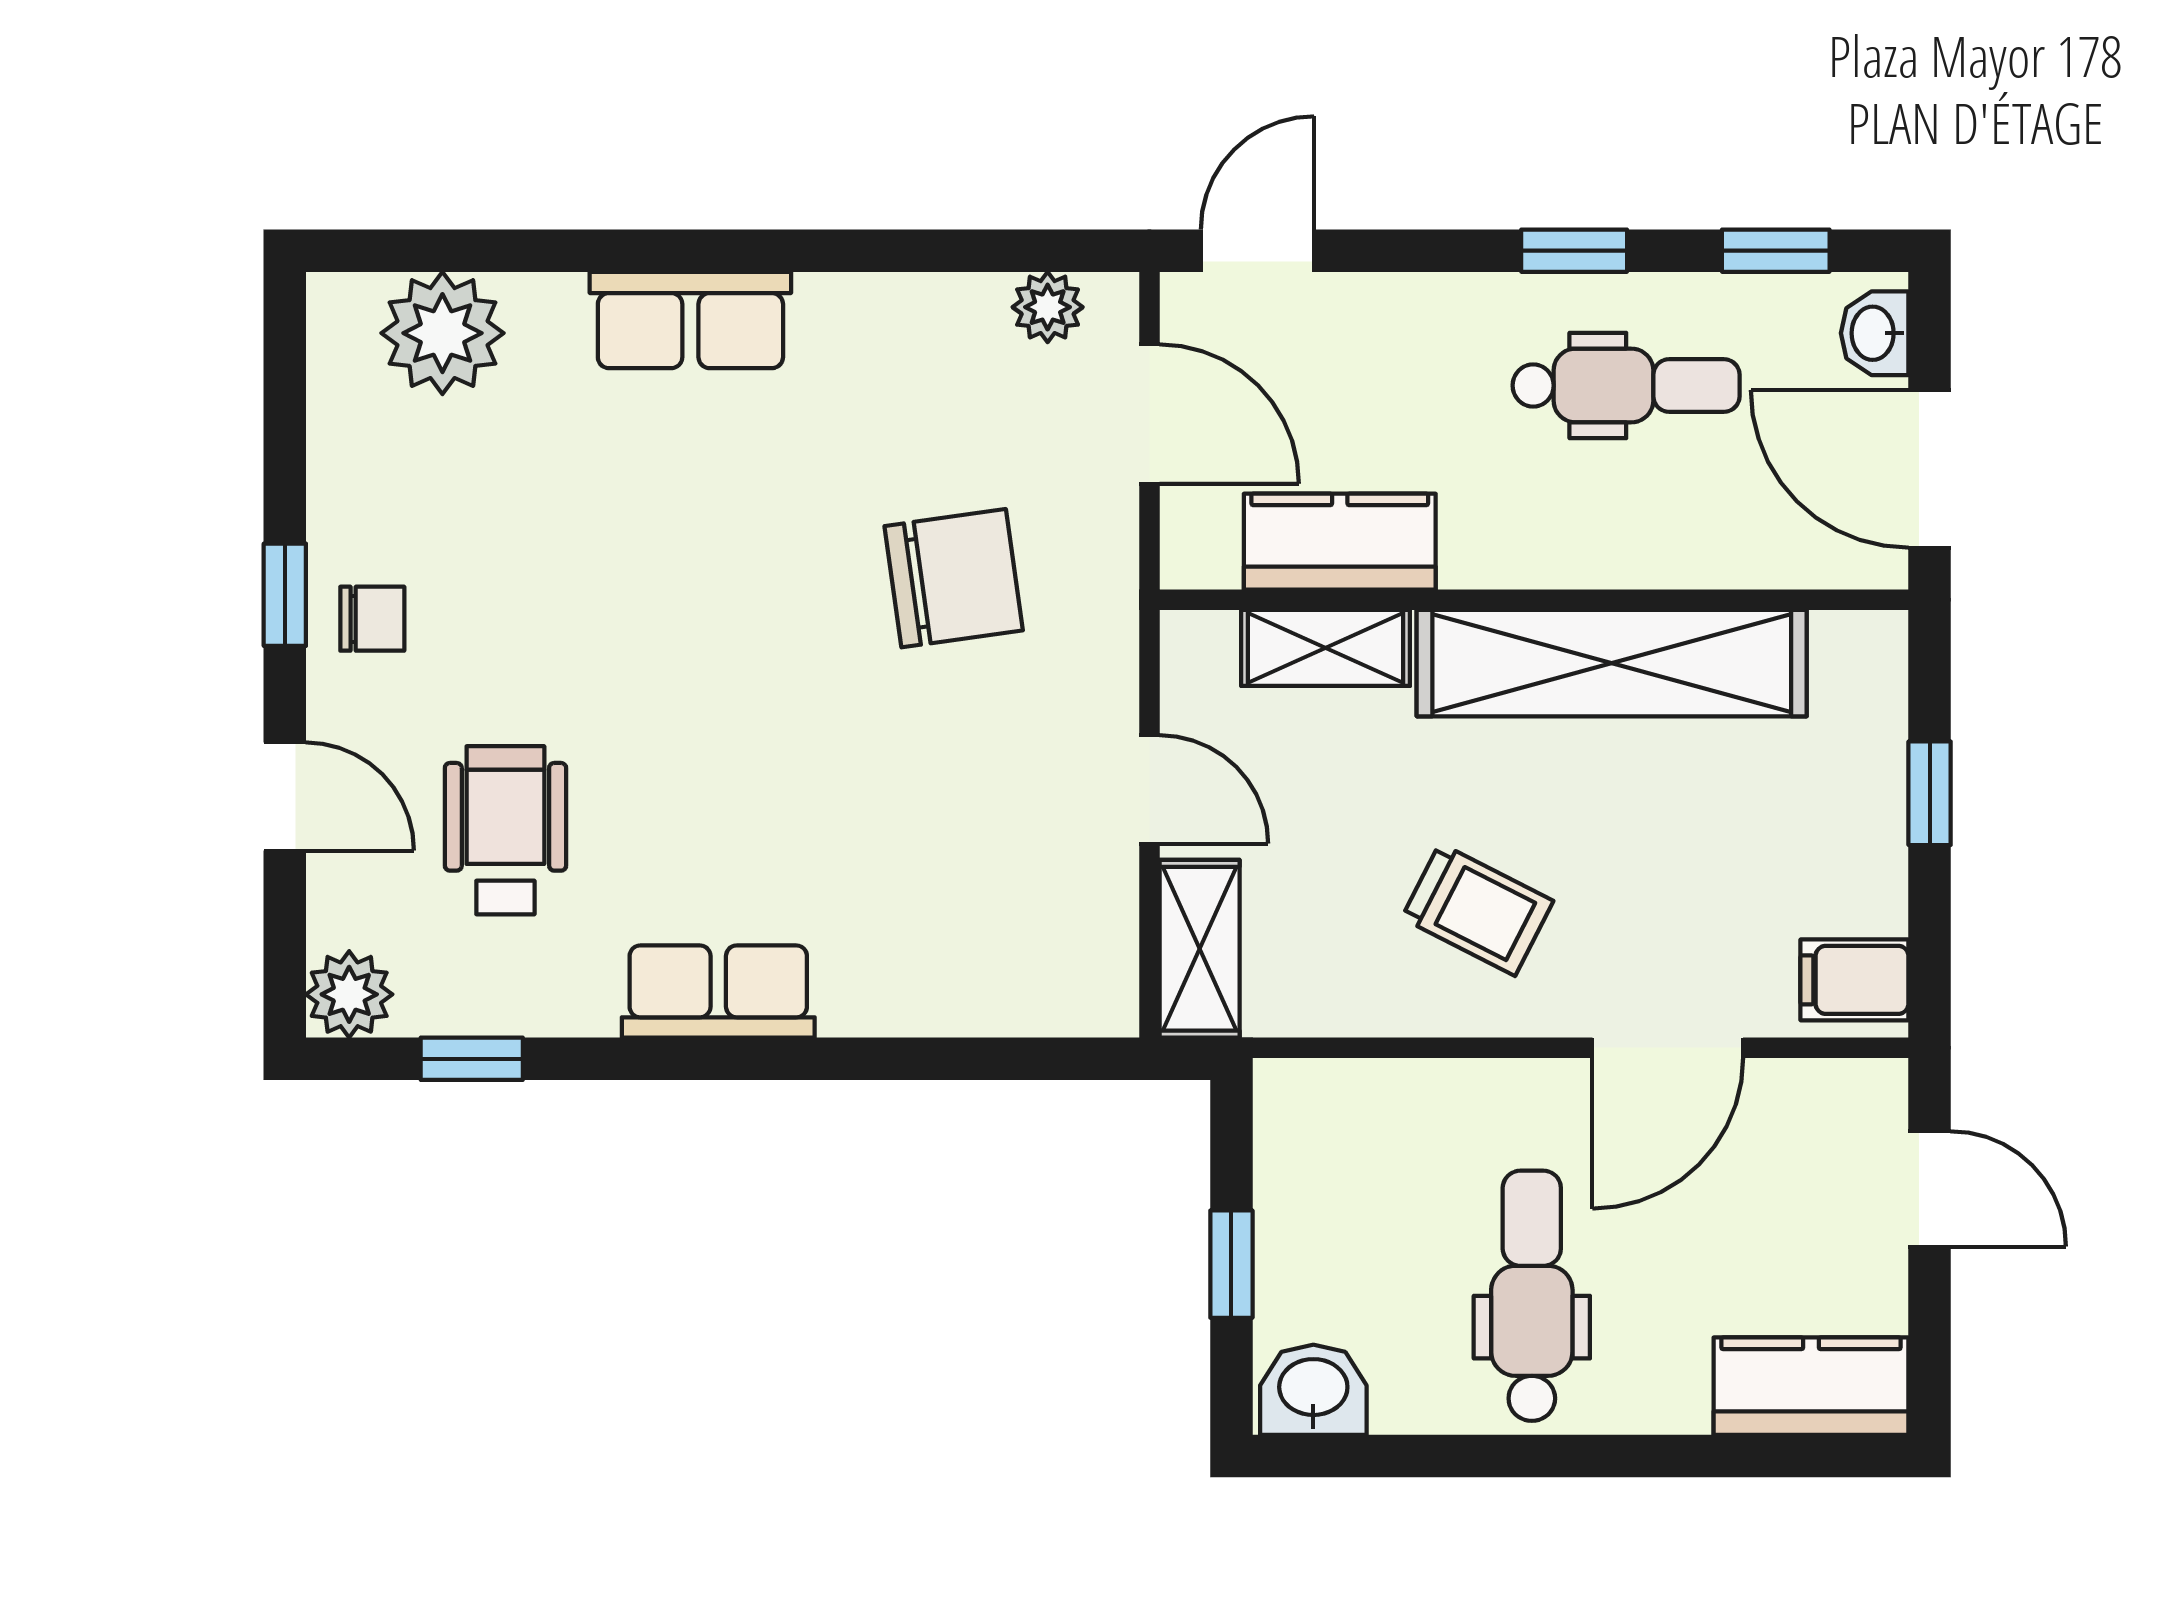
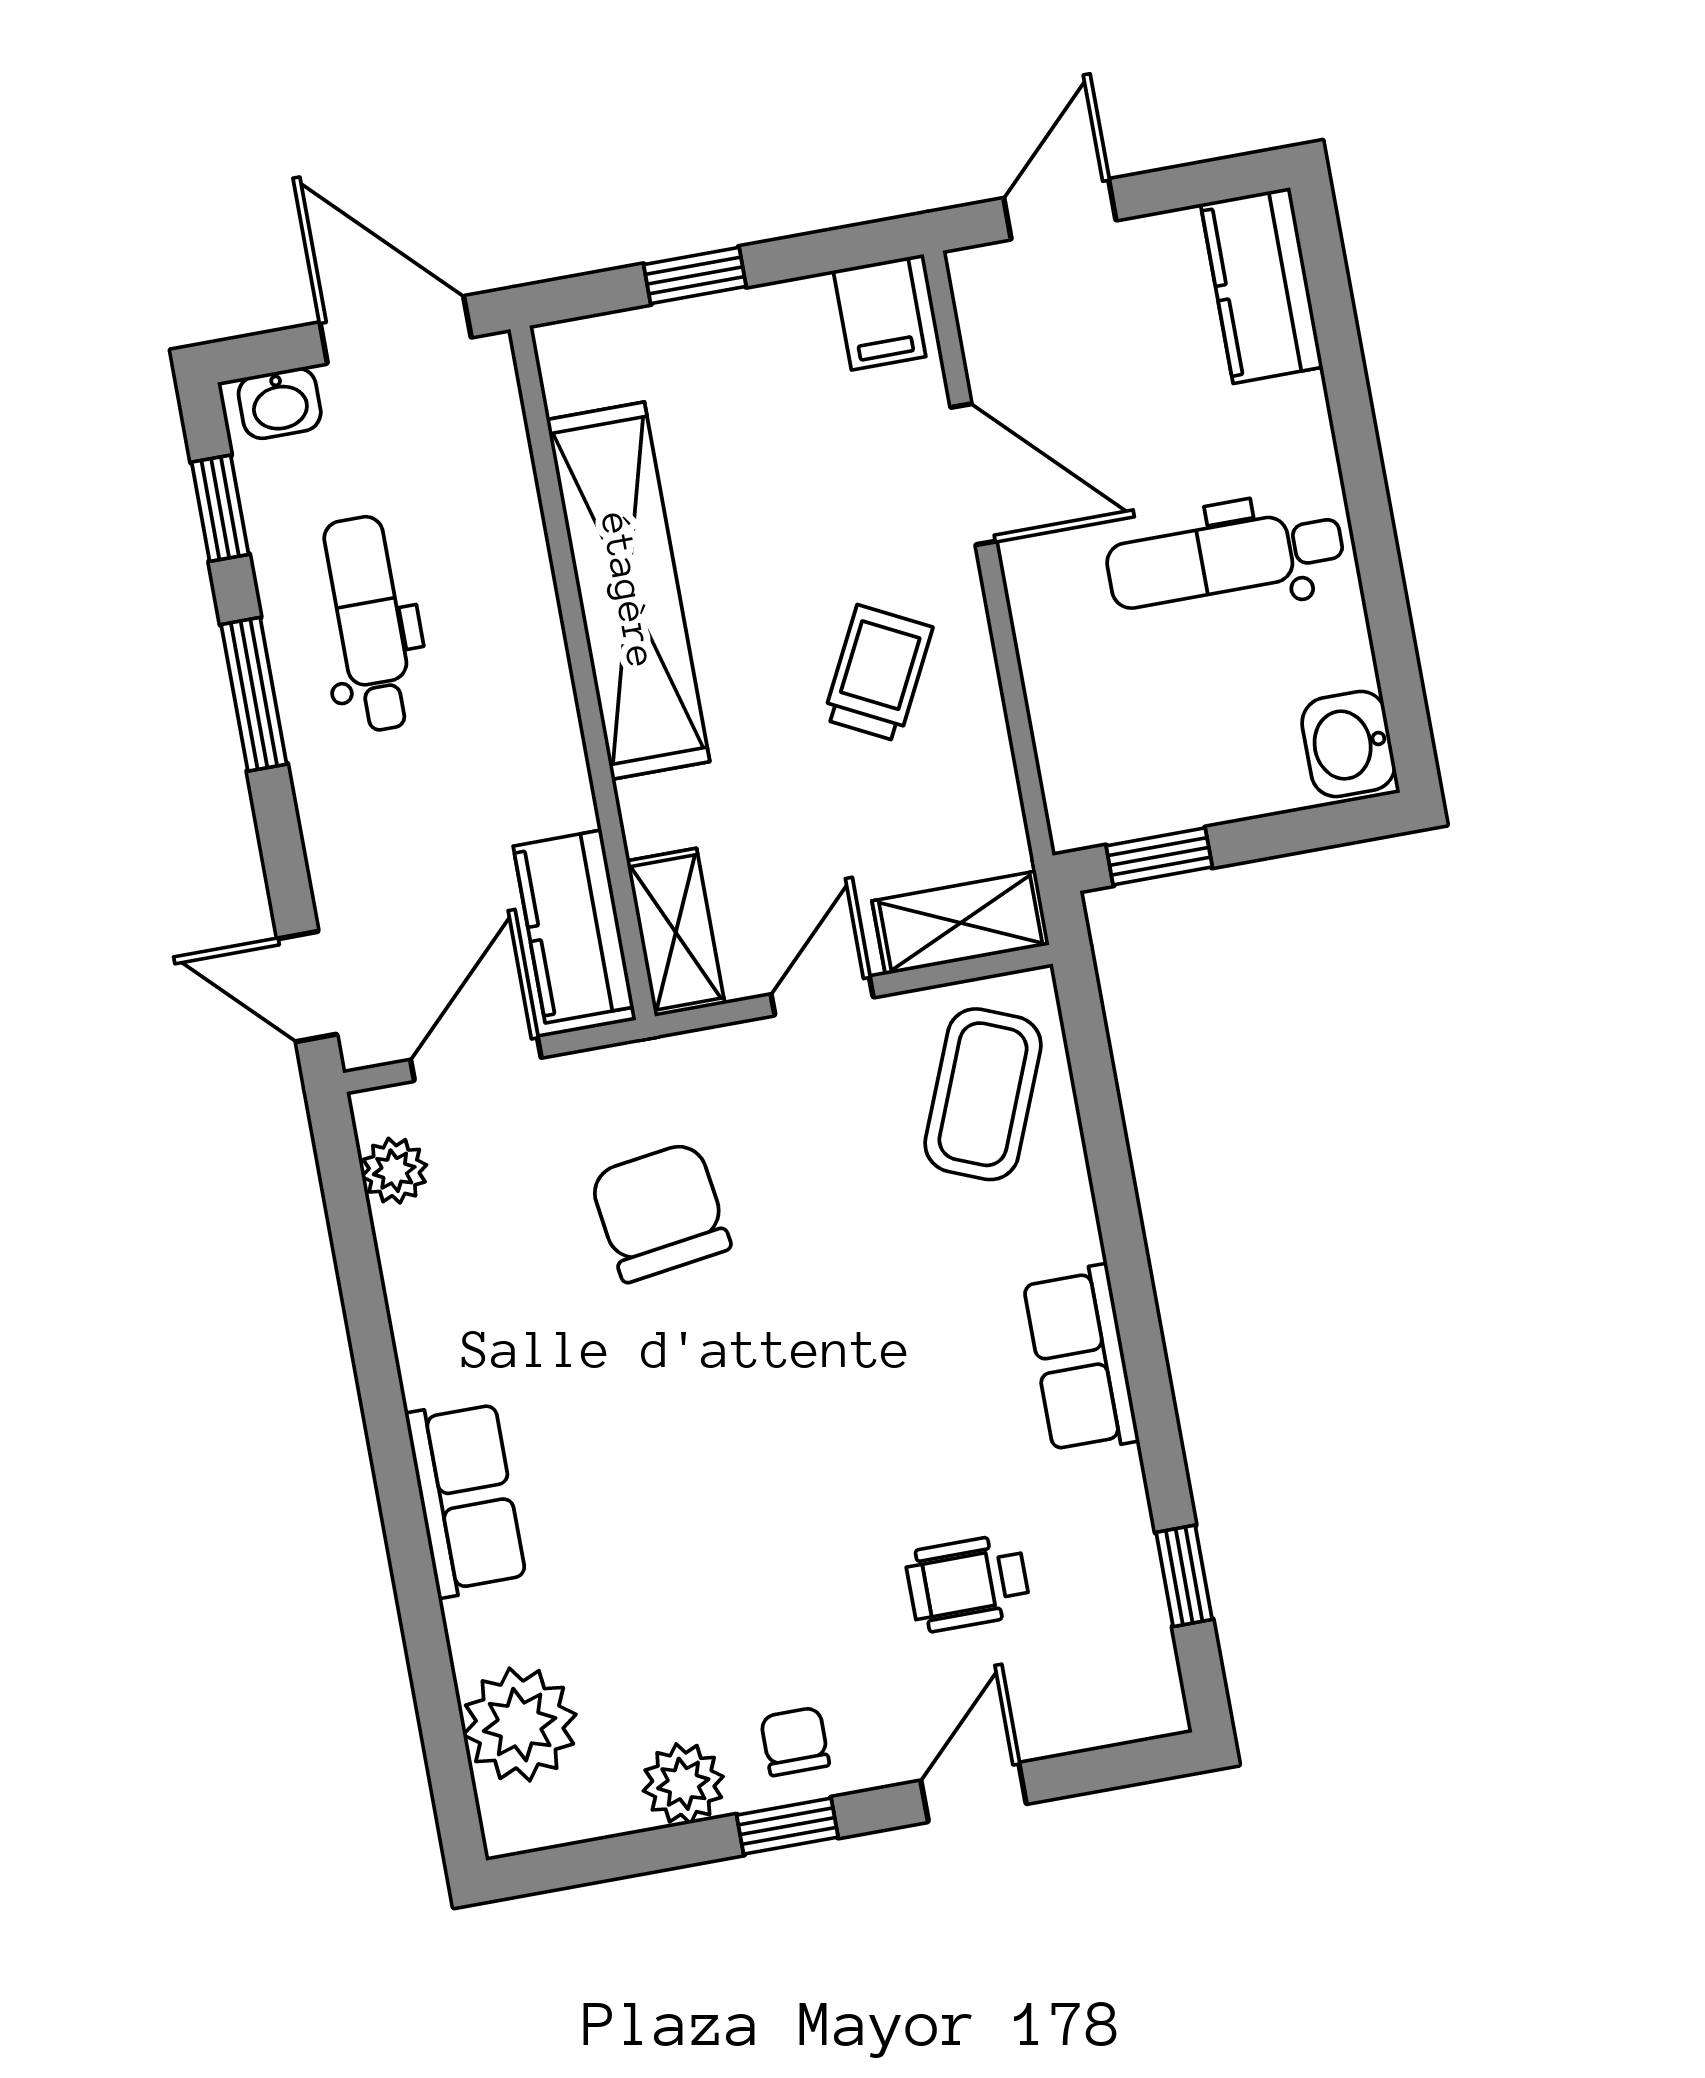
window: (1574, 251) -> (254, 694), width x1.50
door: (1930, 469) -> (396, 330), swing flipped
kitchen counter: (1340, 542) -> (573, 927), moved
shelving: (1326, 648) -> (676, 932), moved
wheelchair: (505, 830) -> (968, 1583), width x0.73, depth x0.73
coffee table: (1015, 940) -> (983, 1094), added
plant: (349, 994) -> (683, 1784), moved
window: (1231, 1264) -> (1159, 856), moved

